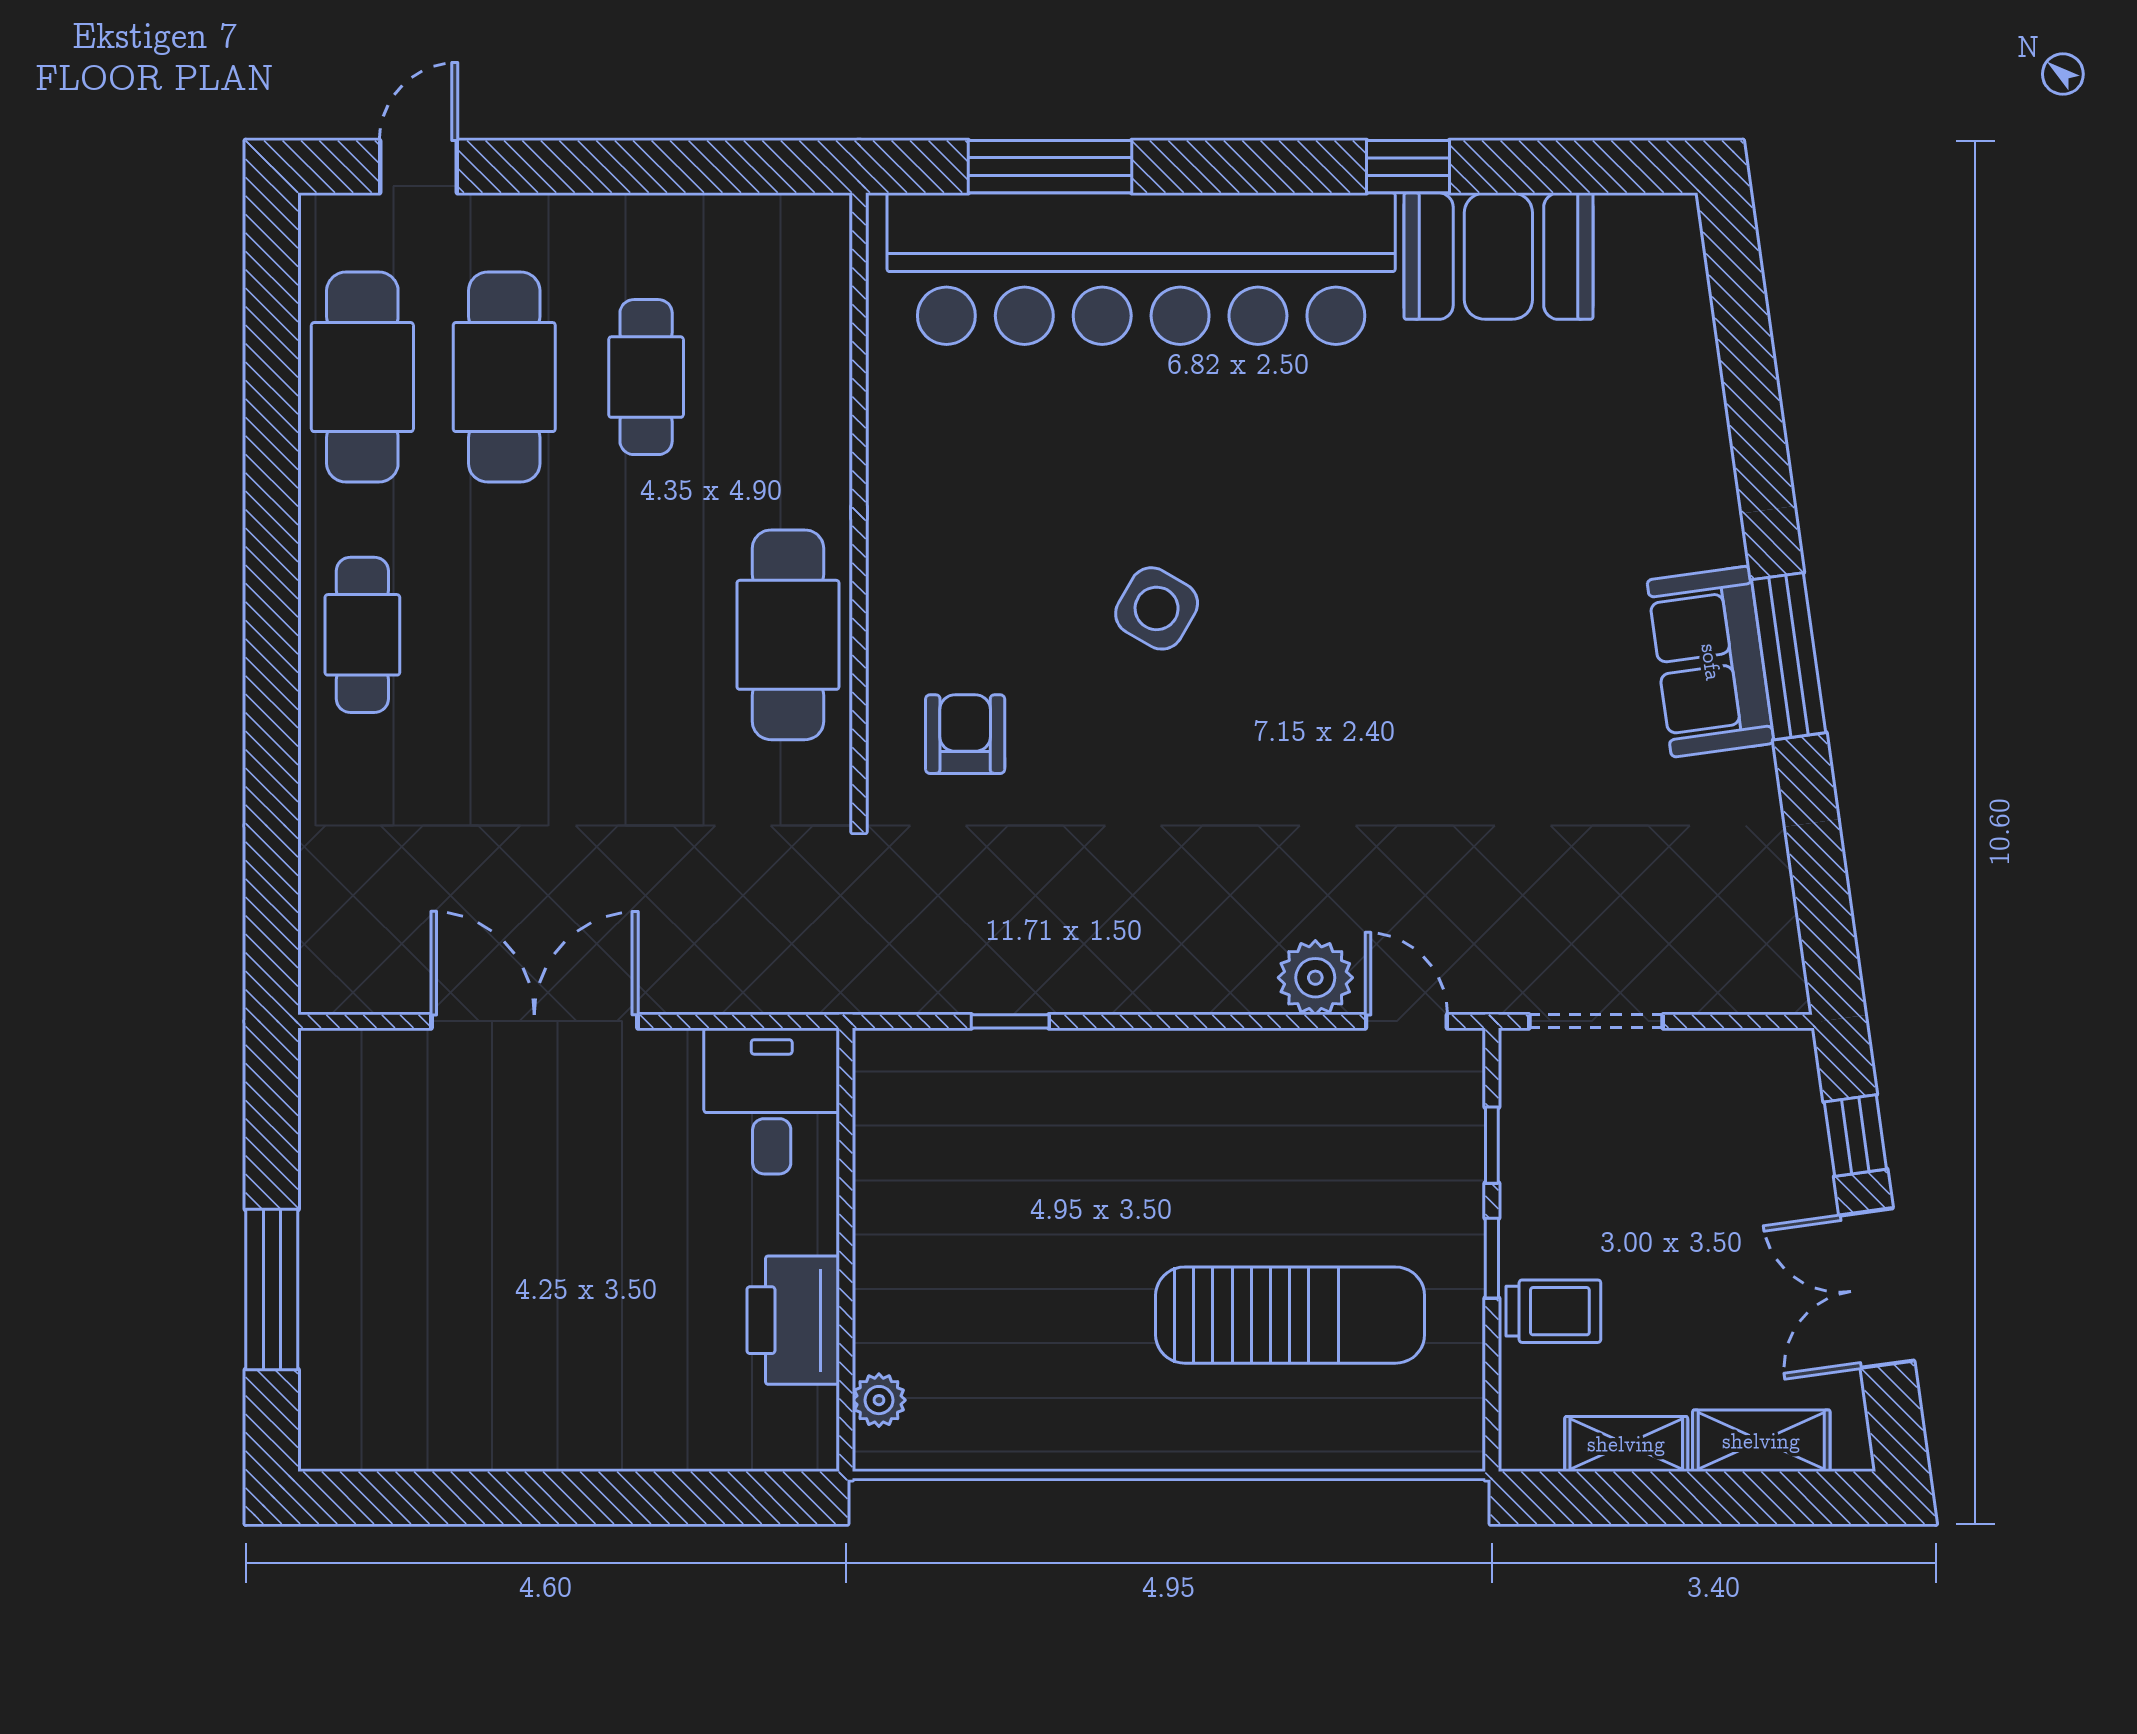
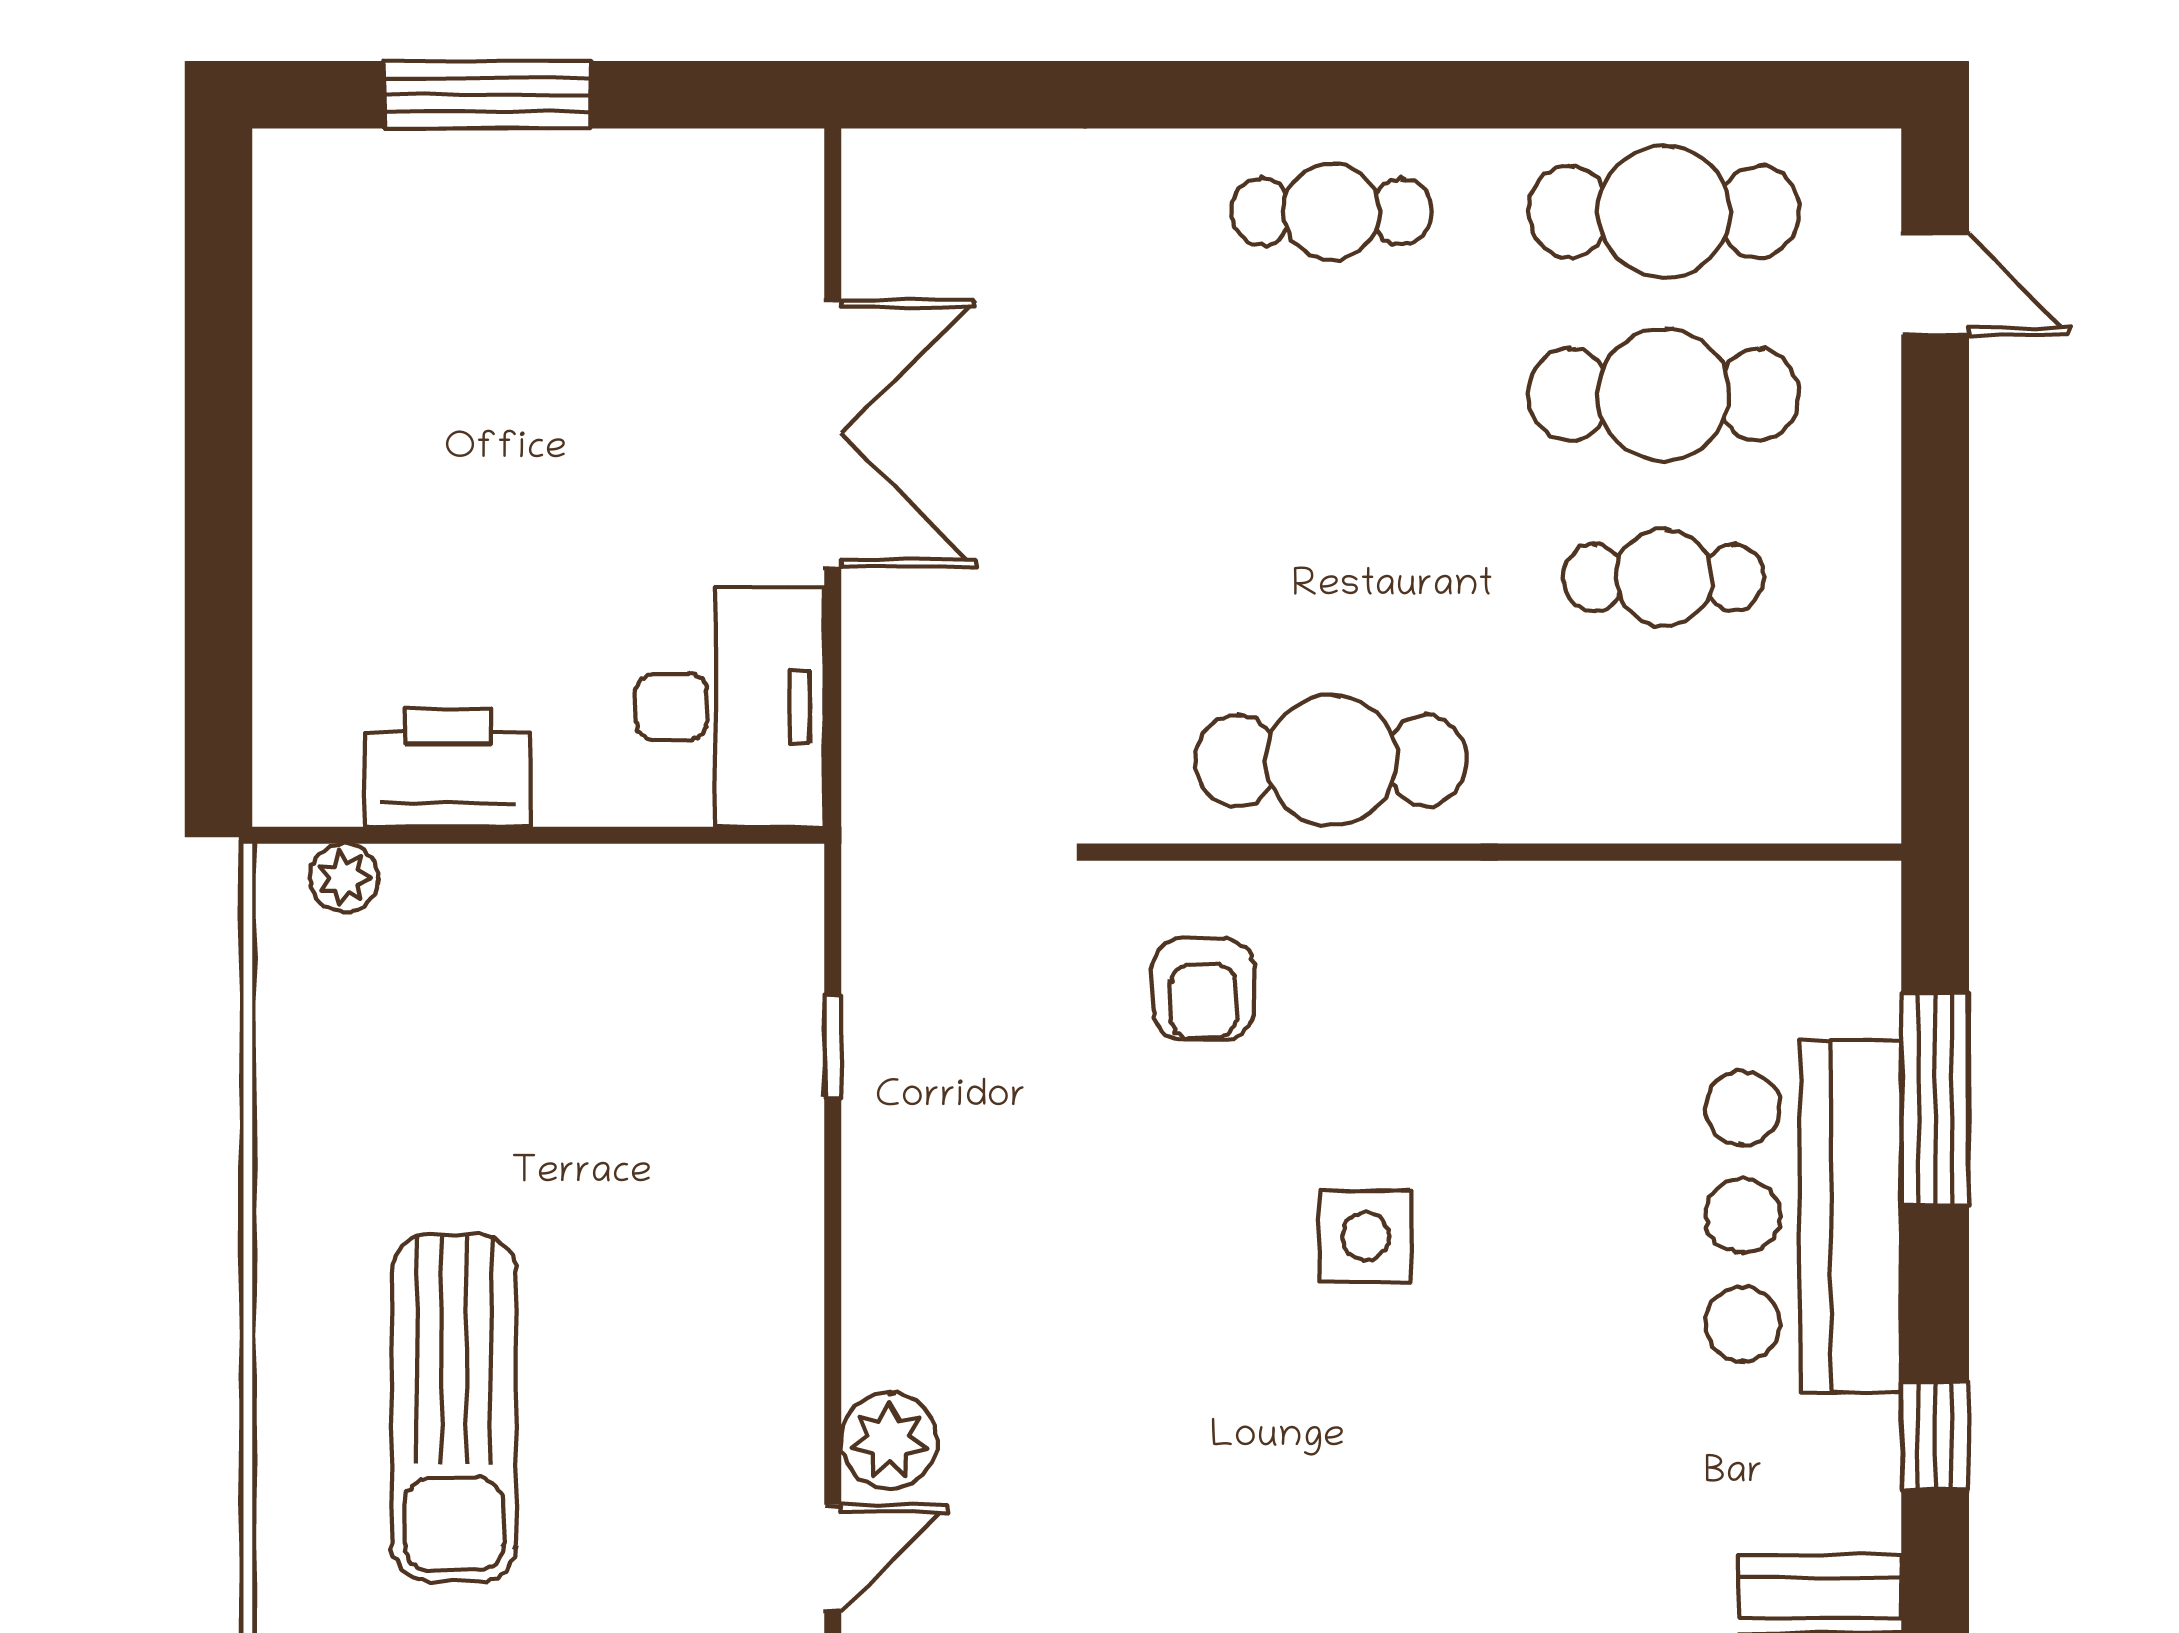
window: (1408, 167) -> (1935, 1436), moved
bar counter: (1141, 269) -> (1804, 1216), width x0.54
side table: (1157, 608) -> (1365, 1236), turned -30
armchair: (965, 734) -> (1203, 989), turned 90
desk: (772, 1101) -> (730, 707), width x1.37

